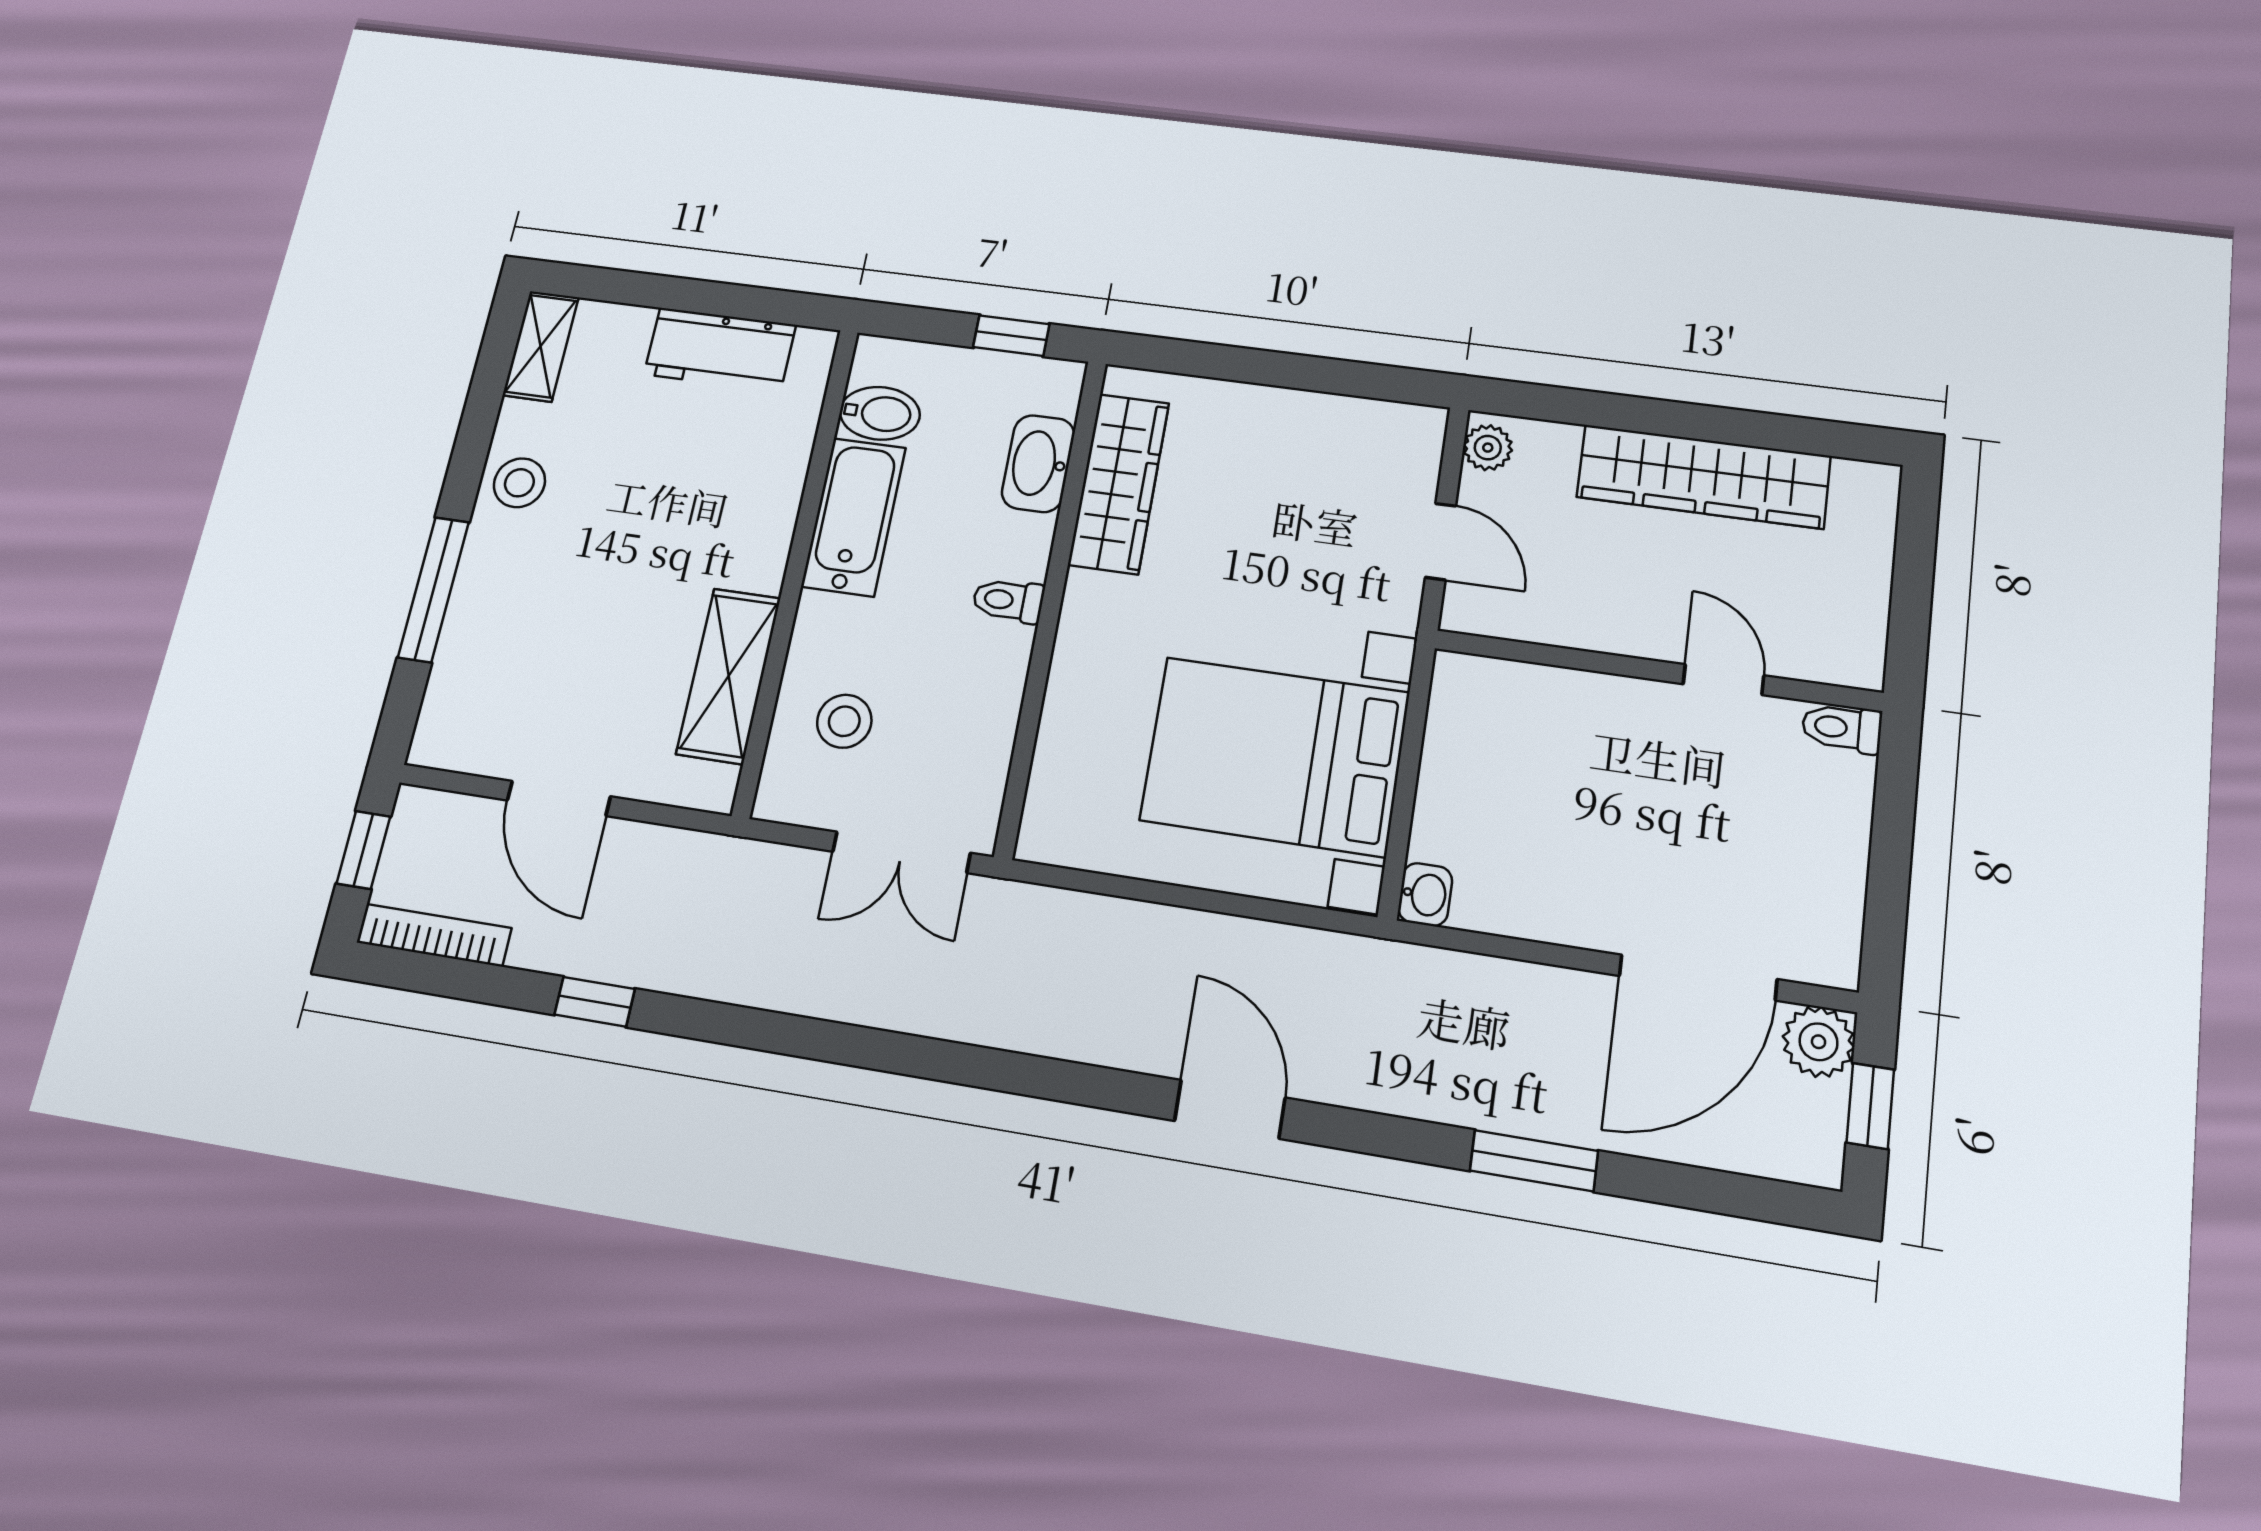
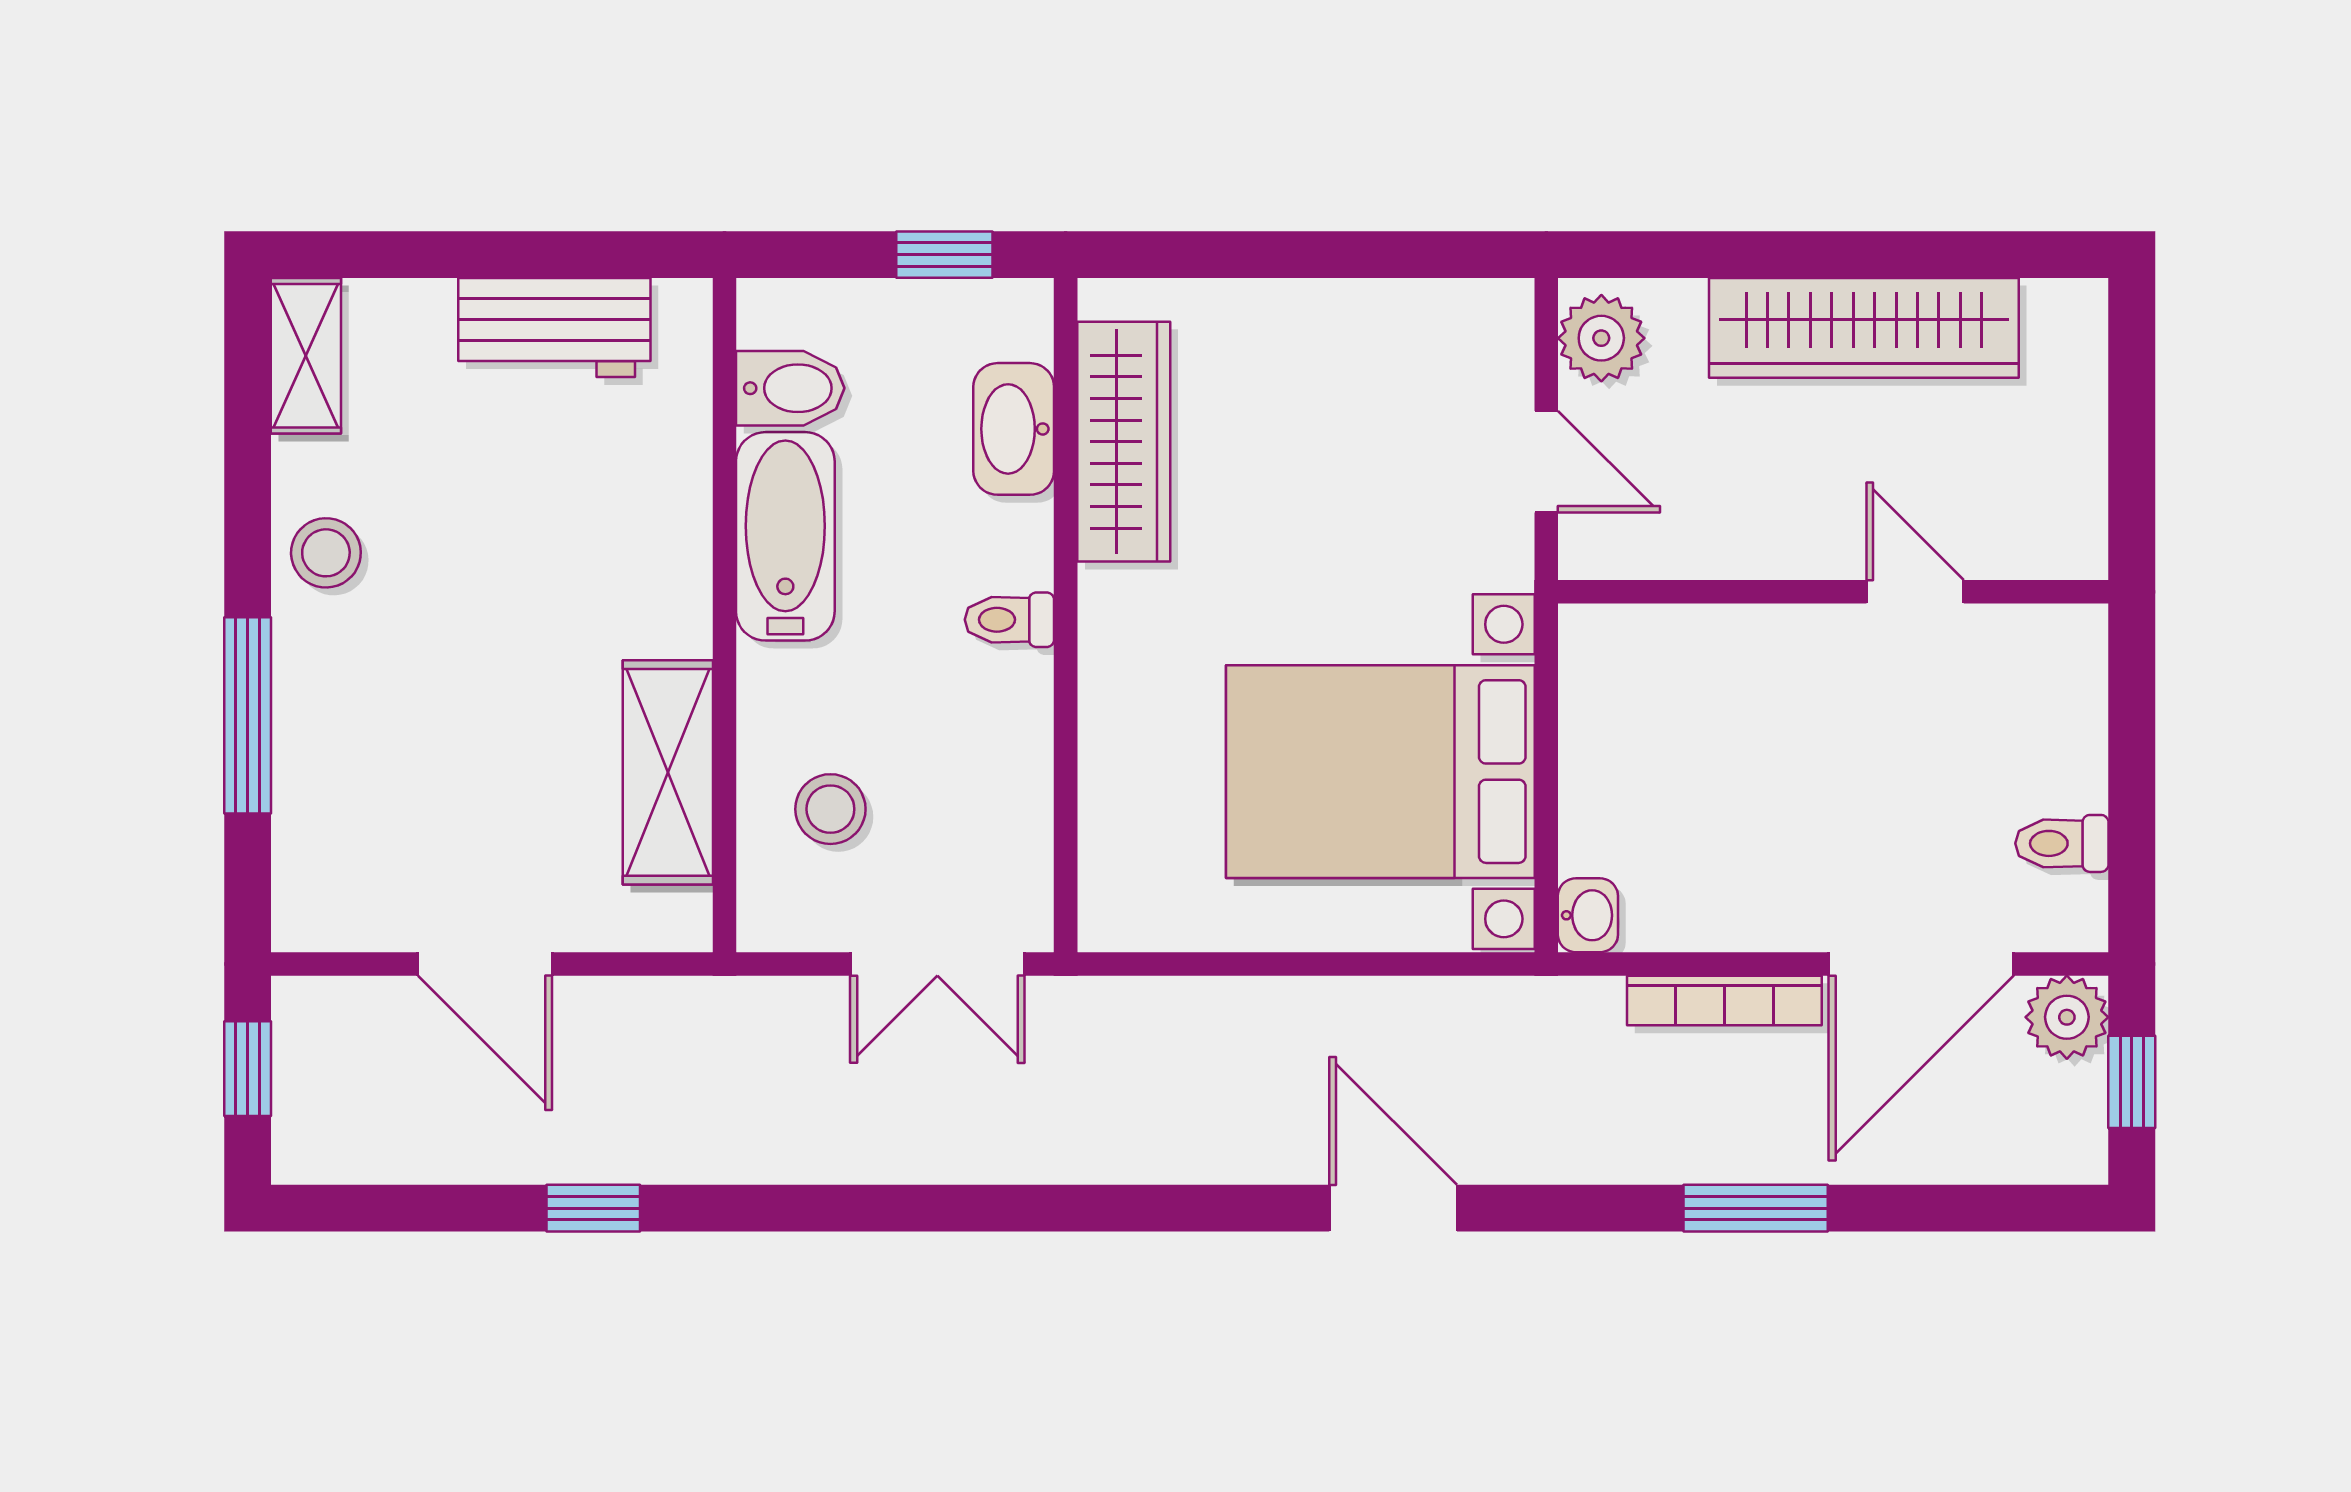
plant: (1488, 448) -> (1601, 338), width x1.38, depth x1.38
toilet: (1842, 728) -> (2062, 843), moved
bookcase: (434, 935) -> (1724, 1001), moved, turned 180

